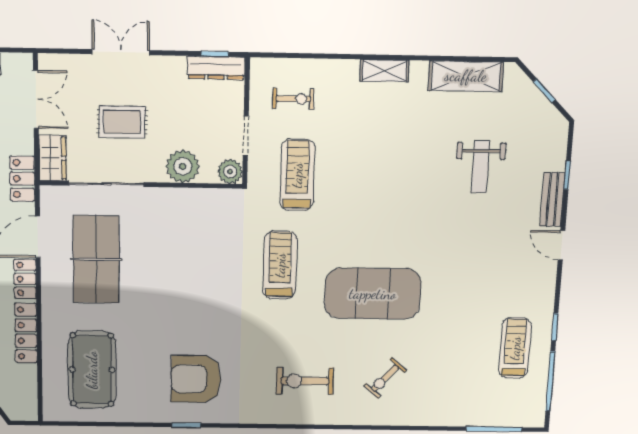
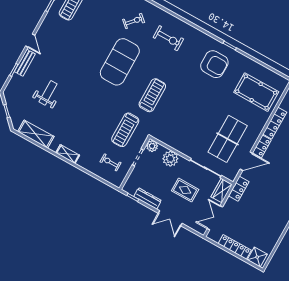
dresser: (216, 68) -> (148, 198), moved
treadmill: (280, 265) -> (152, 95), turned 180
exercise mat: (373, 294) -> (120, 62), turned 90
pool table: (92, 370) -> (256, 92), turned 90

